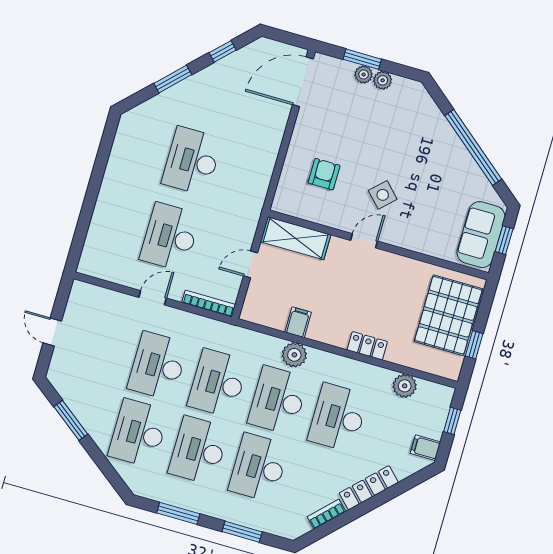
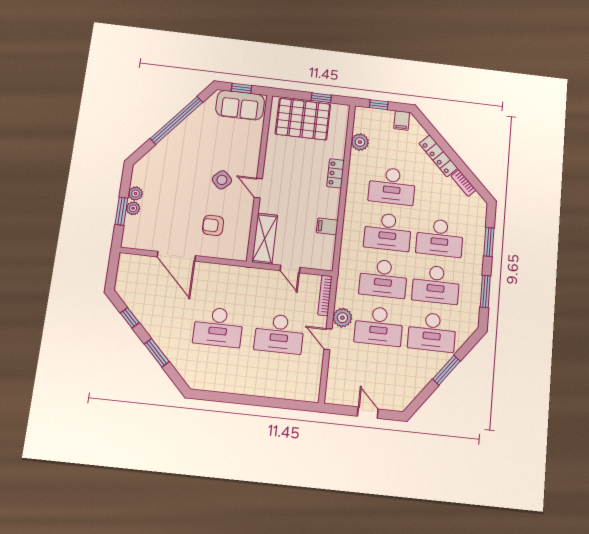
door: (303, 82) -> (176, 256), moved
door: (52, 332) -> (368, 413), swing flipped
plant: (294, 355) -> (342, 318), moved
window: (71, 420) -> (446, 370), moved

